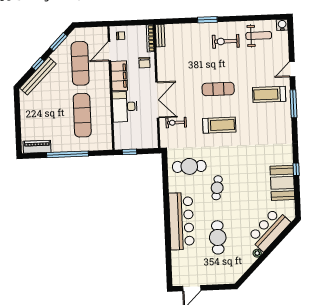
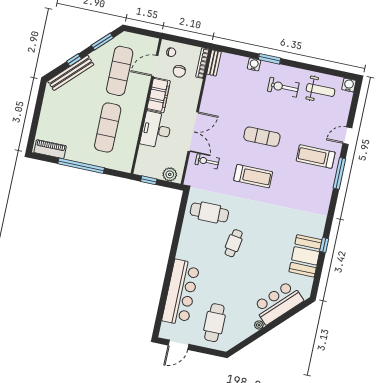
water cooler: (195, 28) -> (254, 64), added
chair: (144, 63) -> (179, 71), moved
plant: (146, 142) -> (170, 174), added
bar counter: (181, 221) -> (181, 292), moved
cafe table: (218, 237) -> (214, 323), moved

